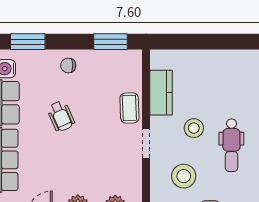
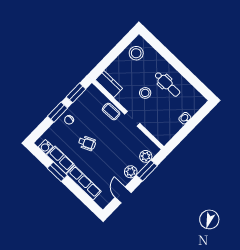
window: (28, 42) -> (58, 112), moved
kitchen counter: (161, 93) -> (109, 84), moved
stool: (184, 176) -> (136, 53), moved

